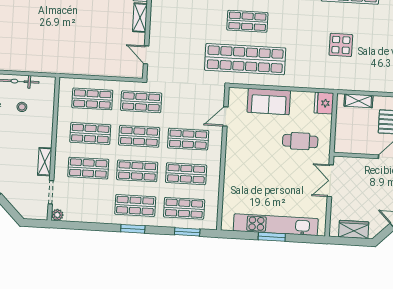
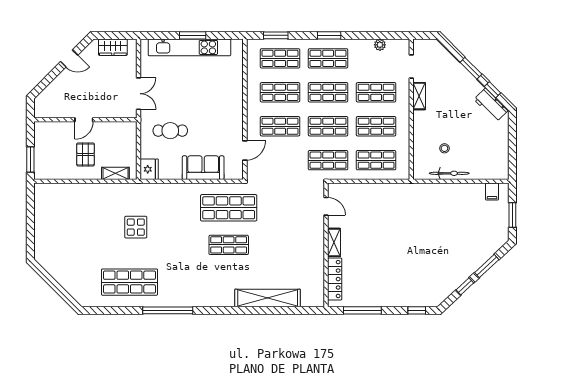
shop shelf: (245, 59) -> (229, 208), width x0.71
plant: (57, 215) -> (380, 45), moved

